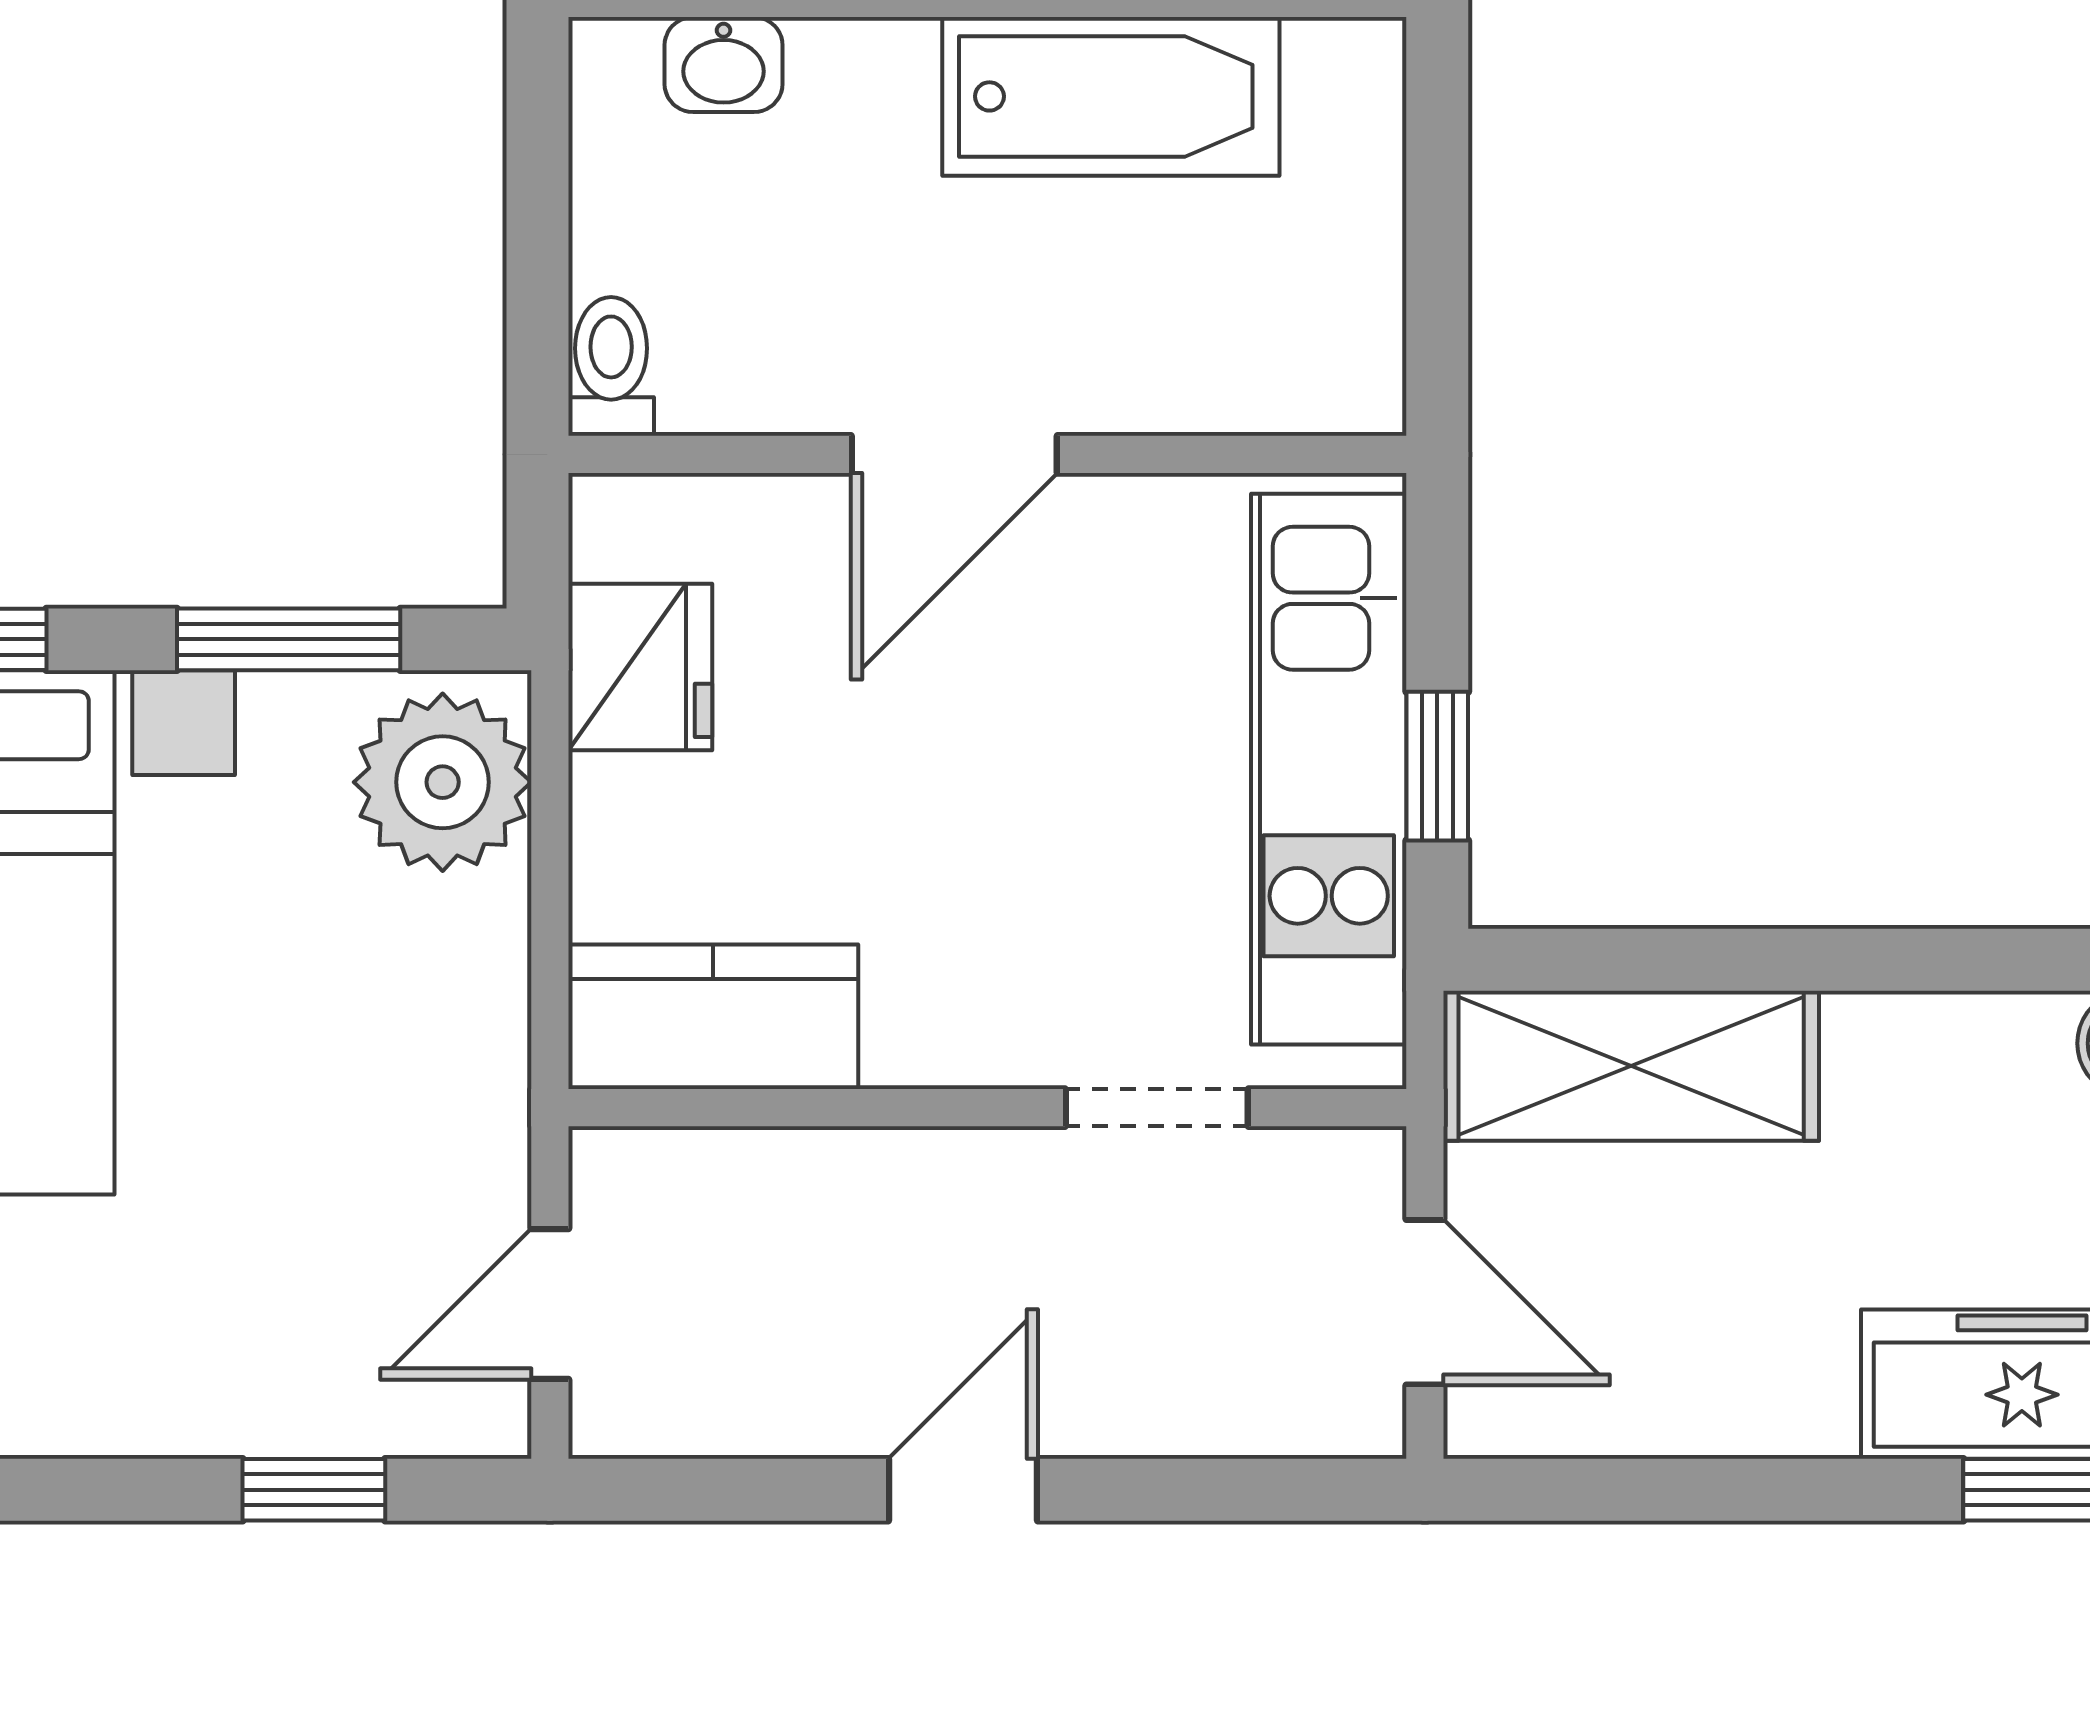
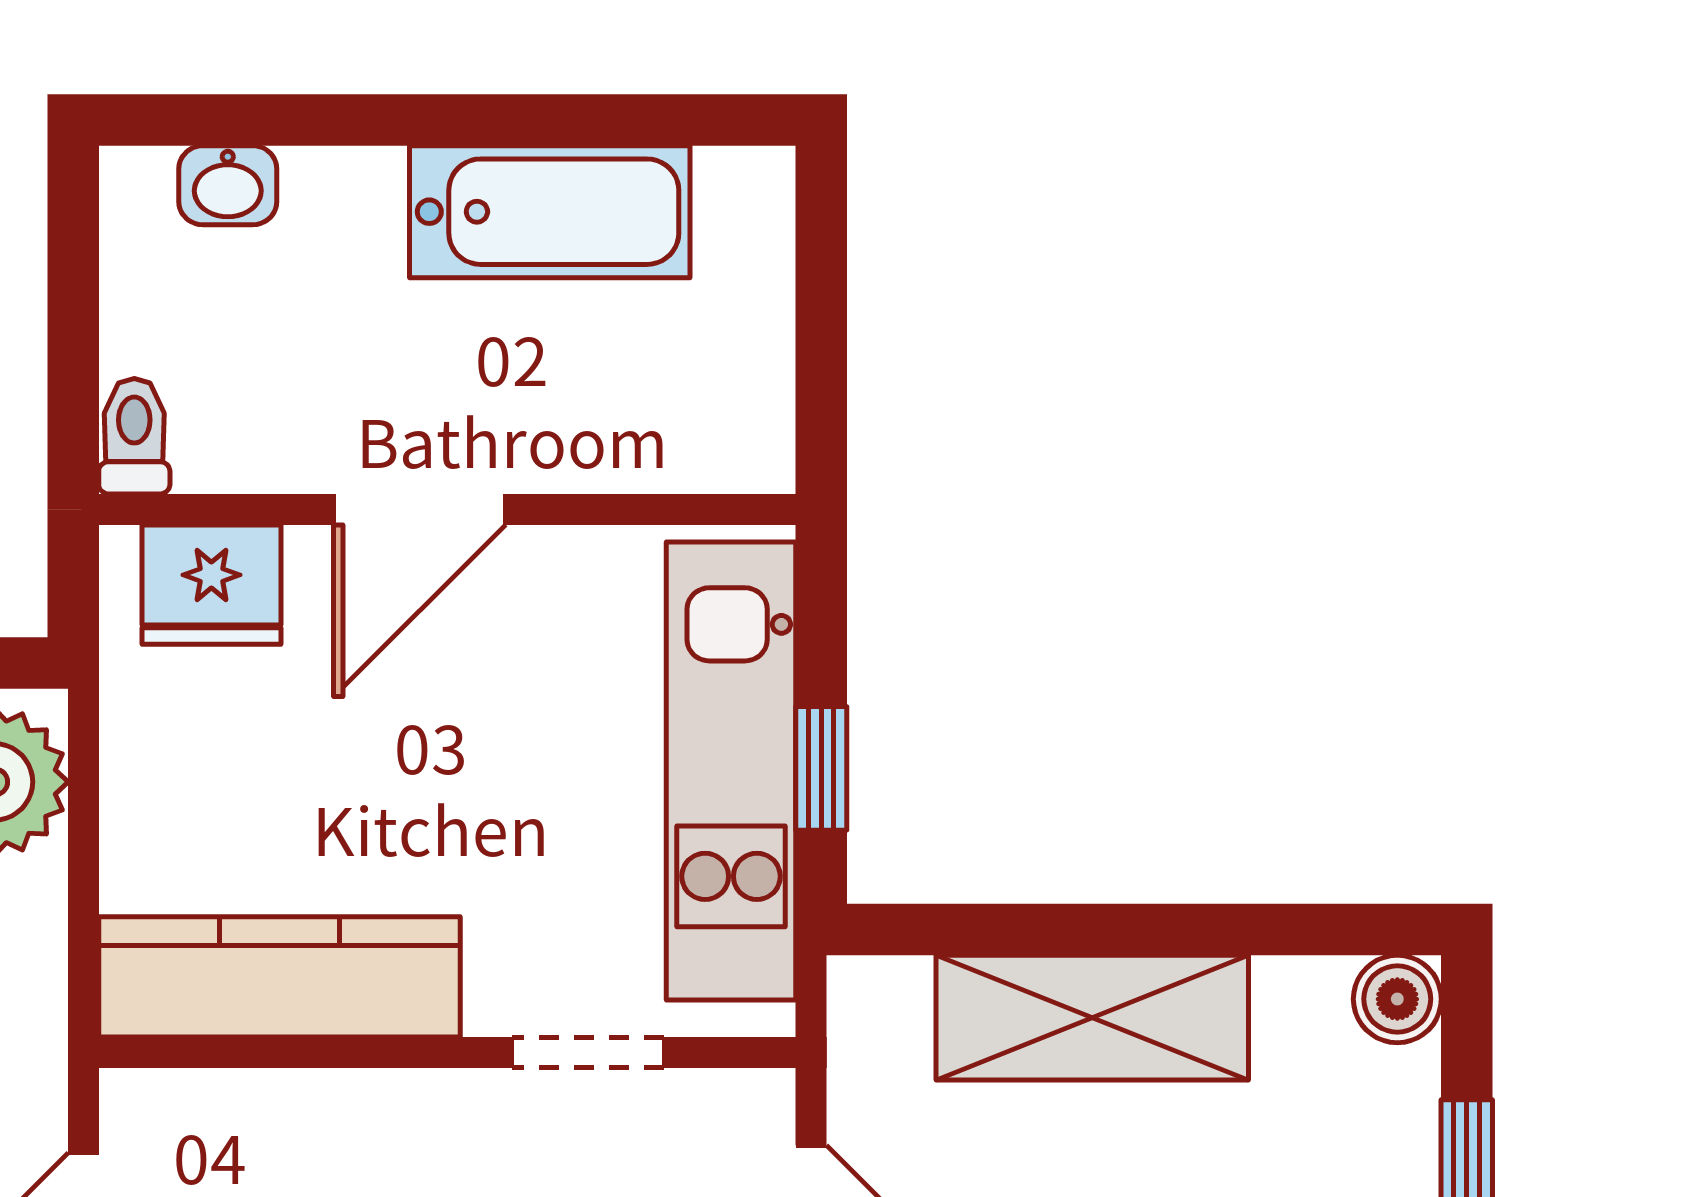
fridge: (640, 667) -> (211, 585), moved, turned 90
kitchen counter: (713, 1017) -> (279, 977), width x1.50
shelving: (1631, 1066) -> (1092, 1018), moved

